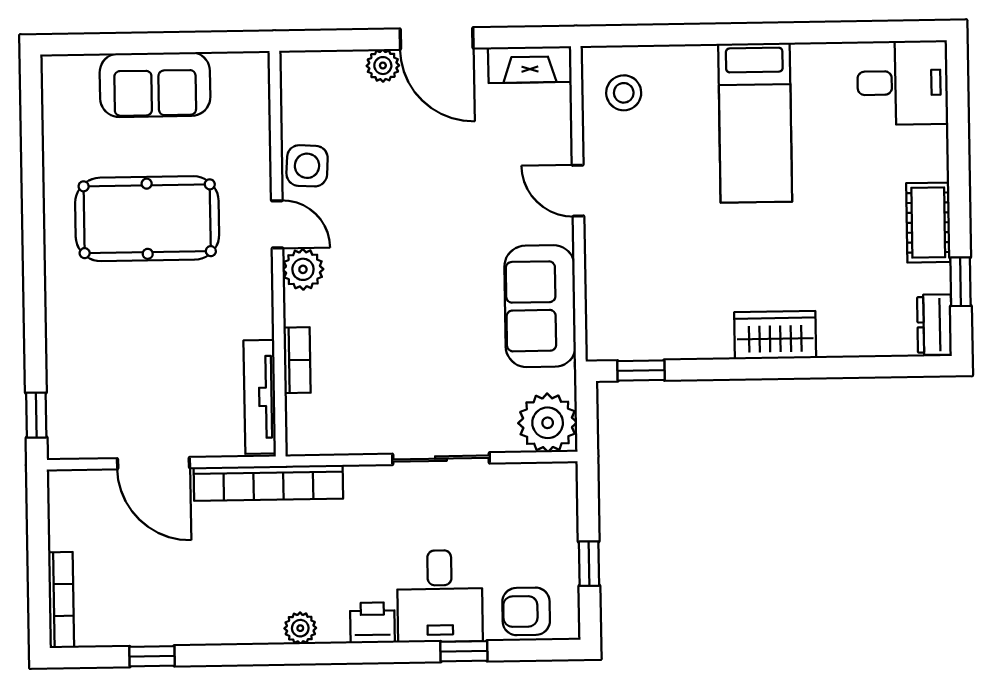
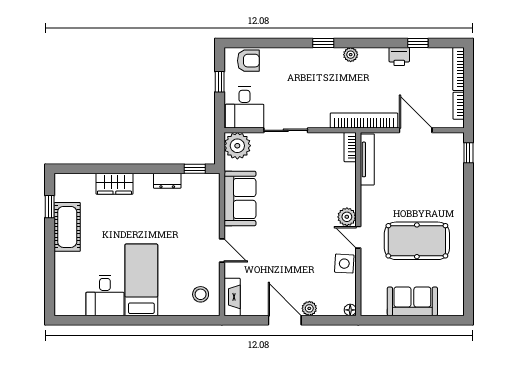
floor lamp: (292, 64) -> (350, 310), added
fireplace: (530, 65) -> (232, 297), moved, turned 90
desk: (903, 83) -> (105, 295), moved, turned -90
cot: (928, 223) -> (67, 227), width x1.37, depth x1.34
dresser: (934, 325) -> (167, 181), moved, turned 90
wardrobe: (775, 335) -> (114, 184), moved
bookcase: (297, 360) -> (350, 147), moved
bookcase: (60, 519) -> (459, 106), added
desk: (440, 596) -> (245, 107), moved, turned 180
printer: (372, 623) -> (399, 57), moved
window: (464, 651) -> (323, 43), moved

